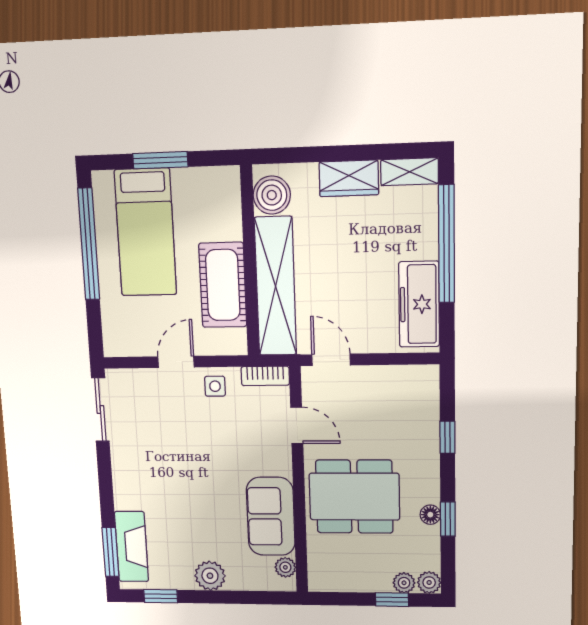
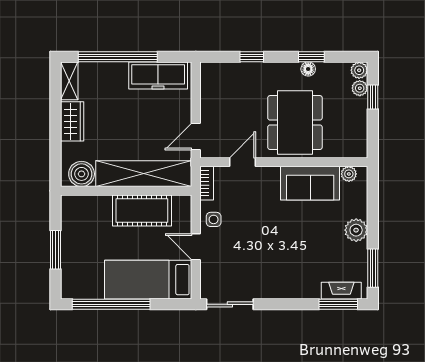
bed: (145, 232) -> (148, 280), moved, turned 180
fireplace: (132, 547) -> (341, 291), width x0.73, depth x0.76
window: (161, 596) -> (373, 268), width x1.50

